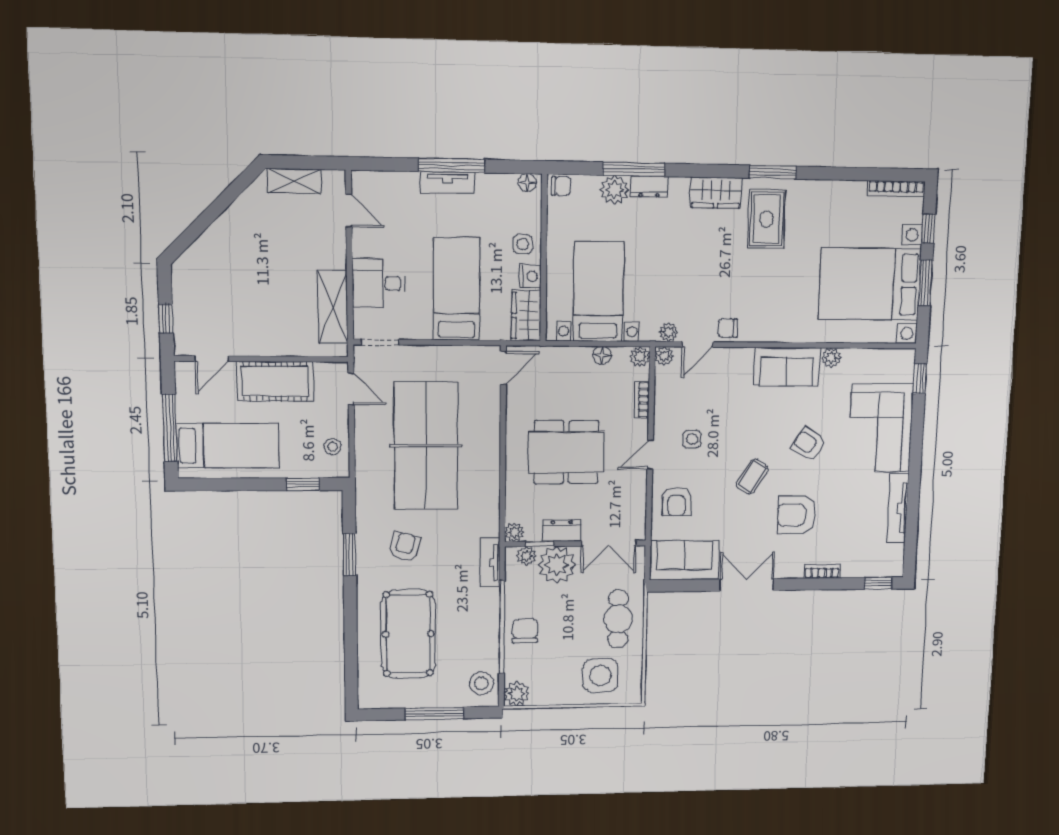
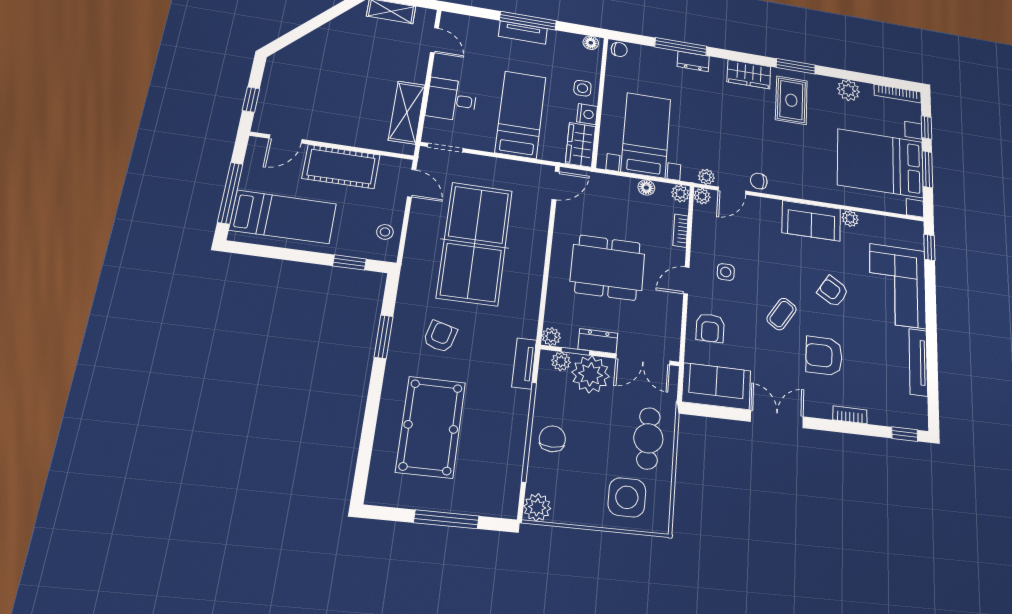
plant: (614, 190) -> (848, 90), moved
stool: (482, 683) -> (501, 491), removed

